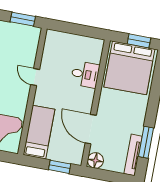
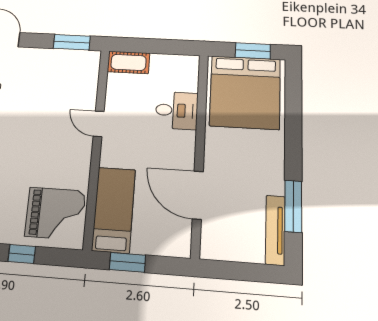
cot: (58, 38) -> (129, 62), added
floor lamp: (95, 160) -> (213, 247), removed
window: (60, 167) -> (127, 262), moved

